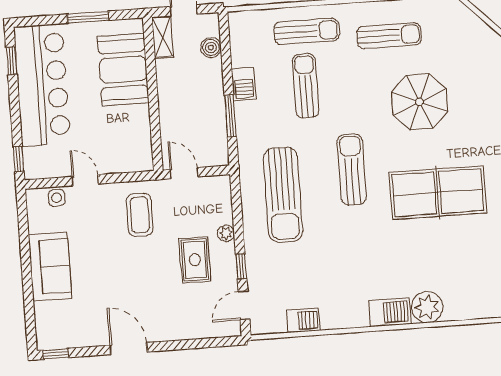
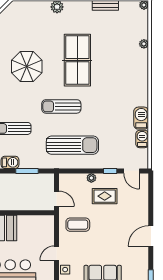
door: (184, 173) -> (57, 199), swing flipped
plant: (427, 307) -> (144, 44), moved, width x0.53, depth x0.53
barbecue: (390, 312) -> (141, 118), moved

